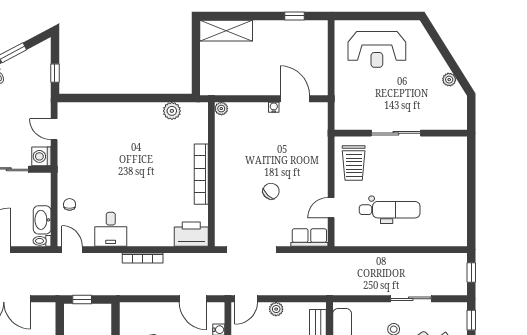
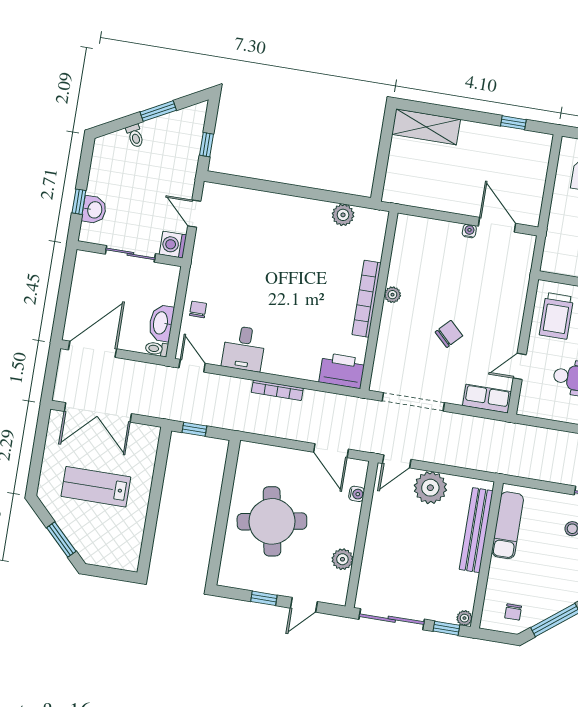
plant: (221, 109) -> (392, 295), moved
plant: (276, 309) -> (430, 488), width x1.88, depth x1.88

